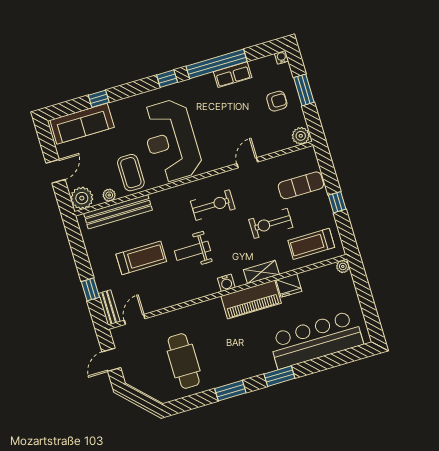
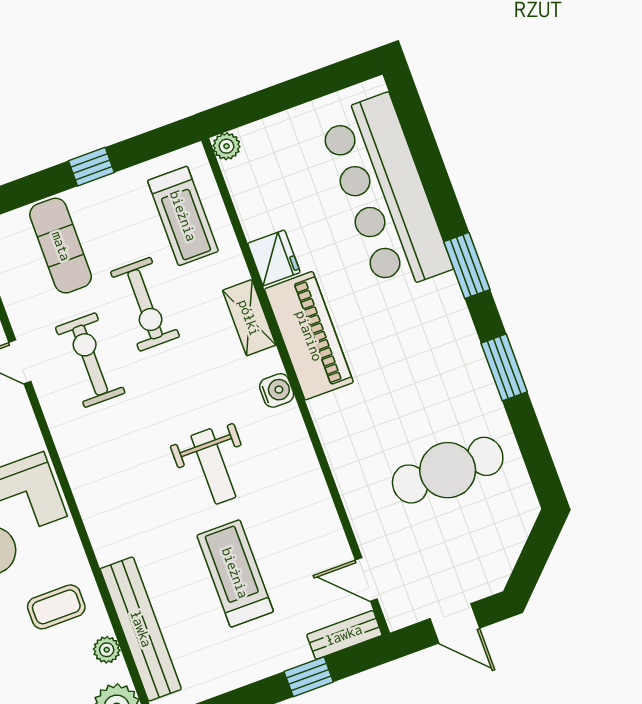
coffee table: (131, 173) -> (56, 607), width x0.73, depth x0.77
exercise bike: (213, 205) -> (90, 360), moved

